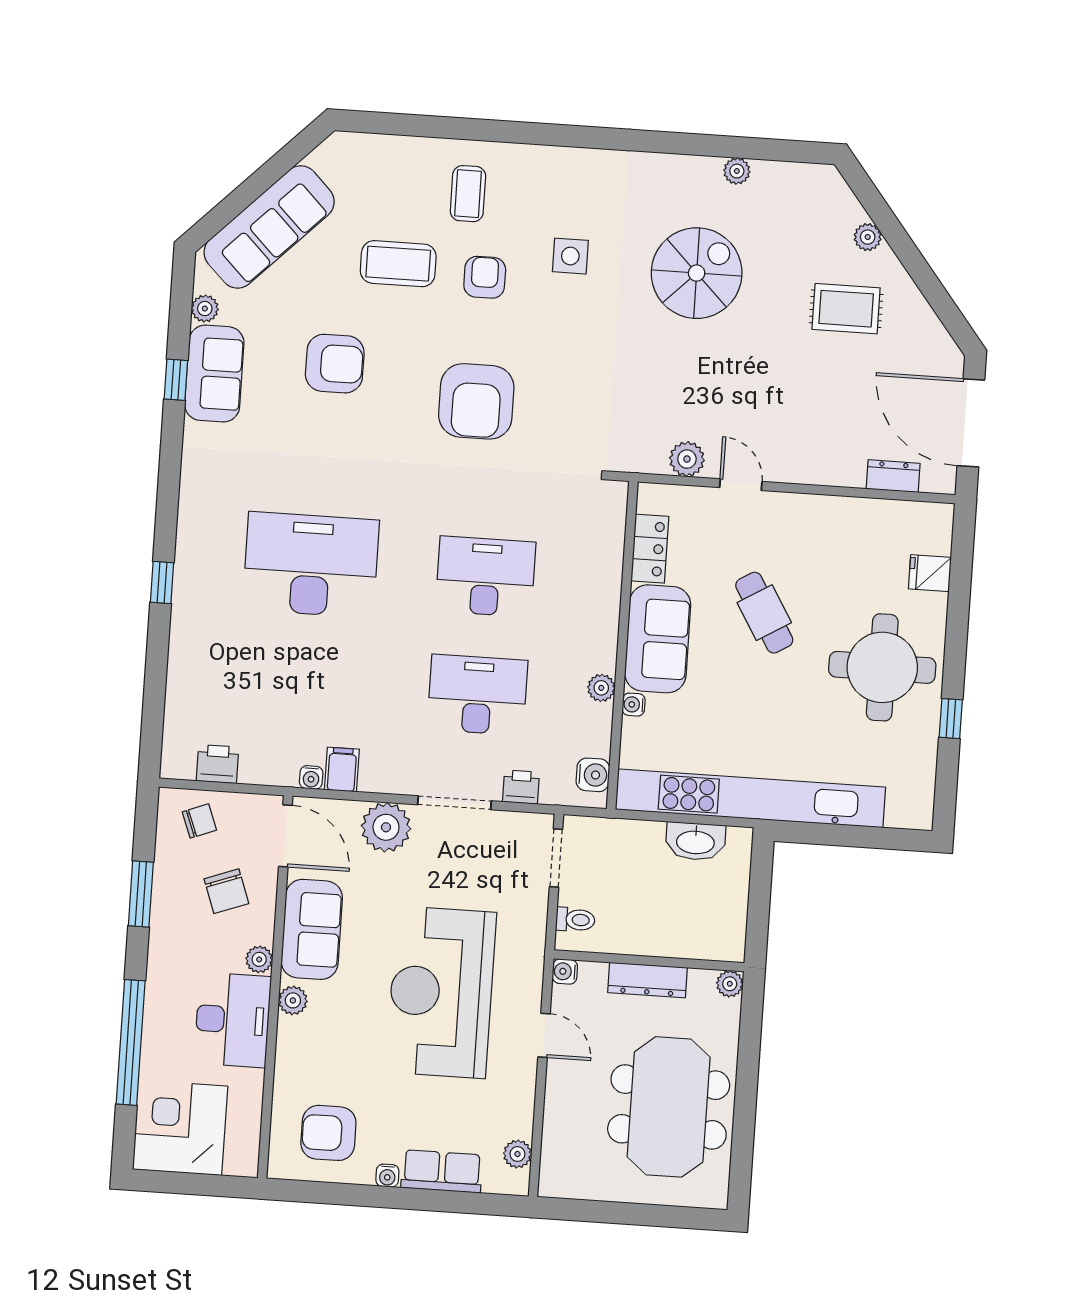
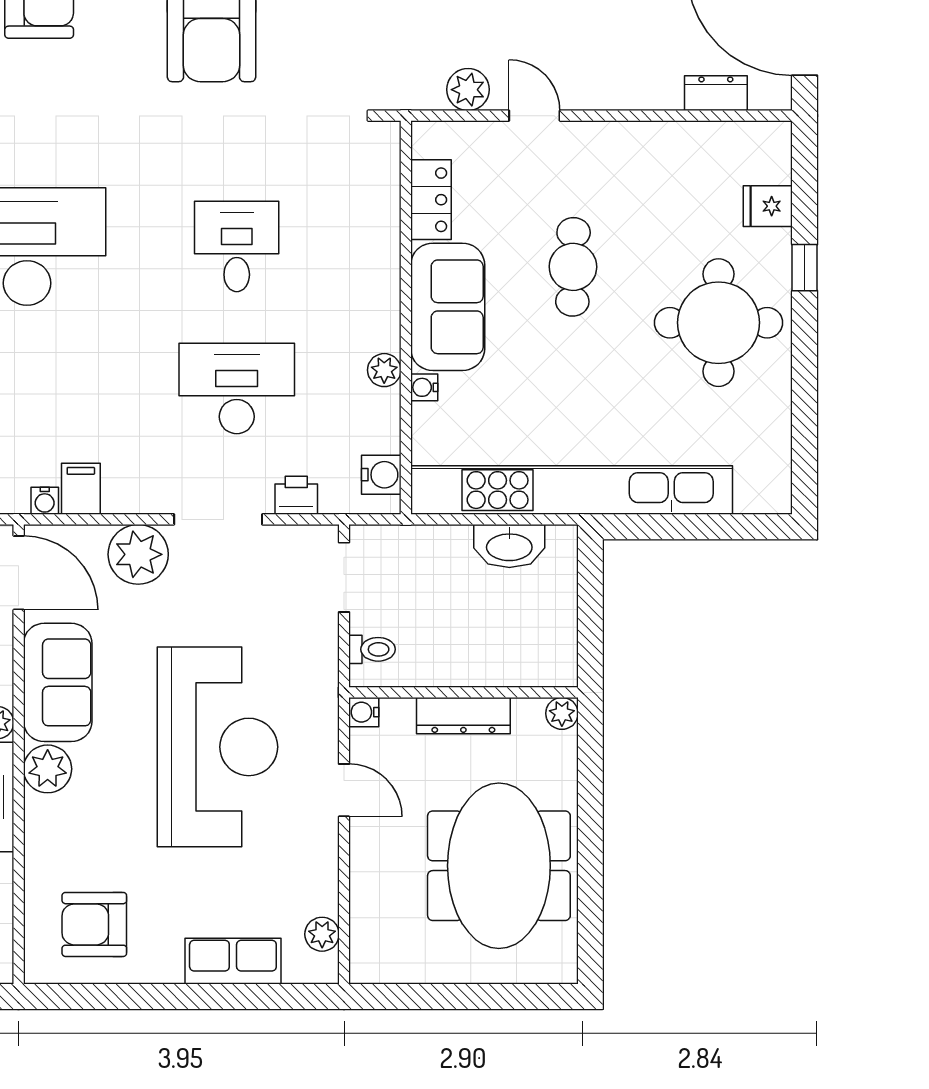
desk: (485, 577) -> (237, 247), width x0.73
cafe table: (764, 613) -> (573, 267), turned 32
window: (951, 719) -> (805, 268), moved
reception desk: (441, 992) -> (217, 747), turned 180
plant: (293, 1000) -> (48, 769), width x1.38, depth x1.38
water cooler: (387, 1176) -> (168, 971), removed

